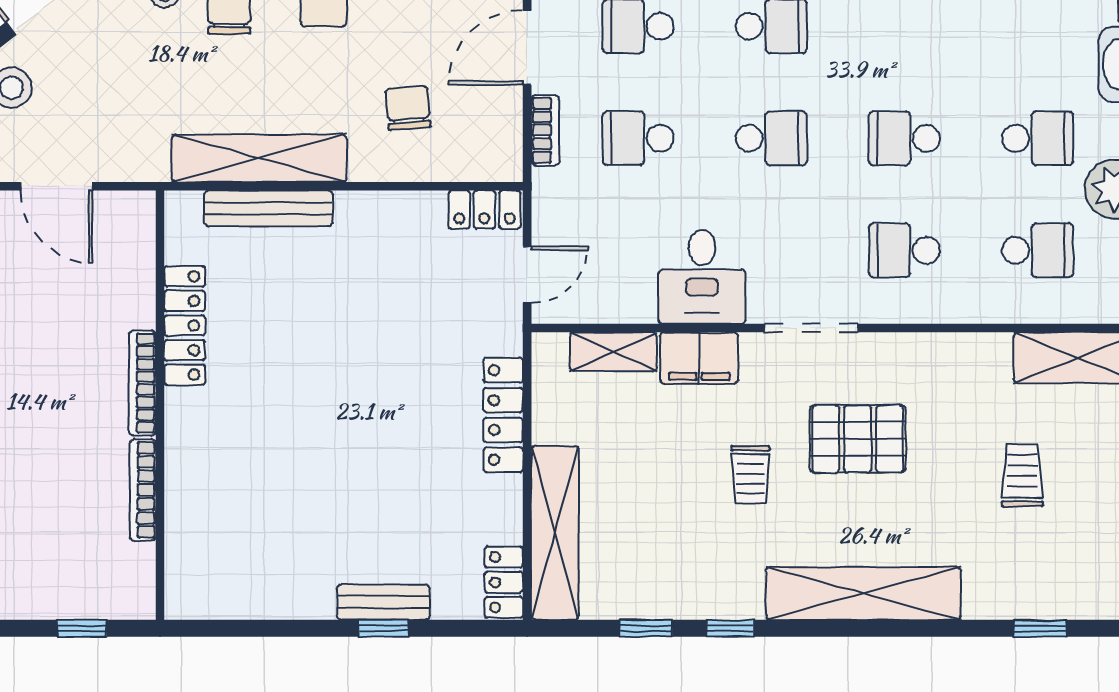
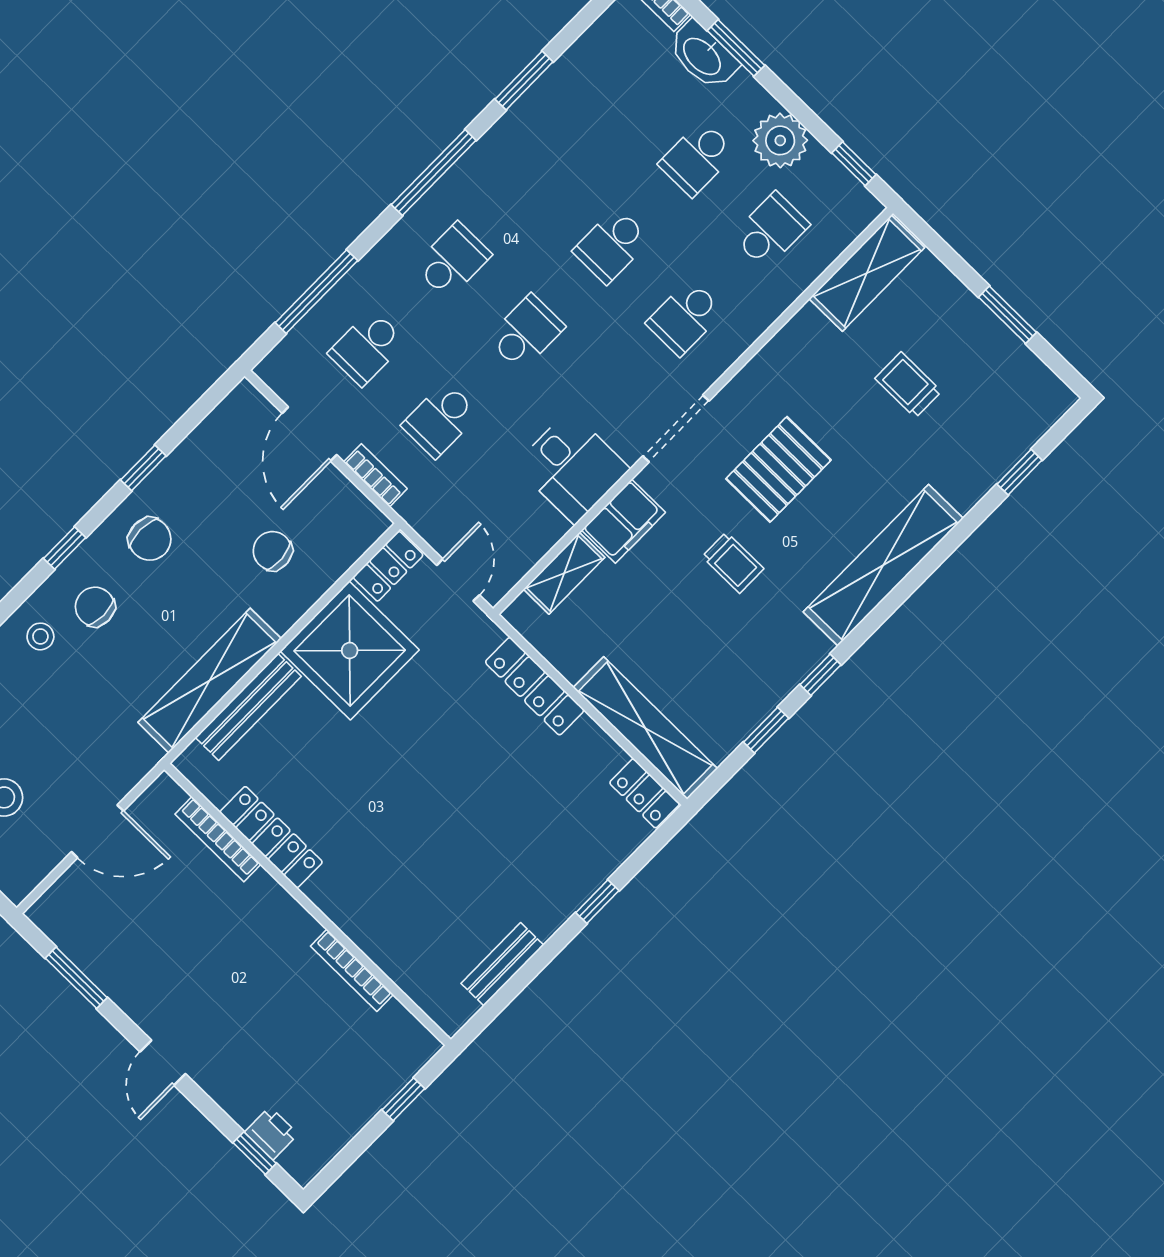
school desk: (1037, 138) -> (697, 158), turned 180
shower: (390, 244) -> (350, 650), added
bookcase: (142, 383) -> (218, 839), moved
bench: (383, 602) -> (502, 964), moved

